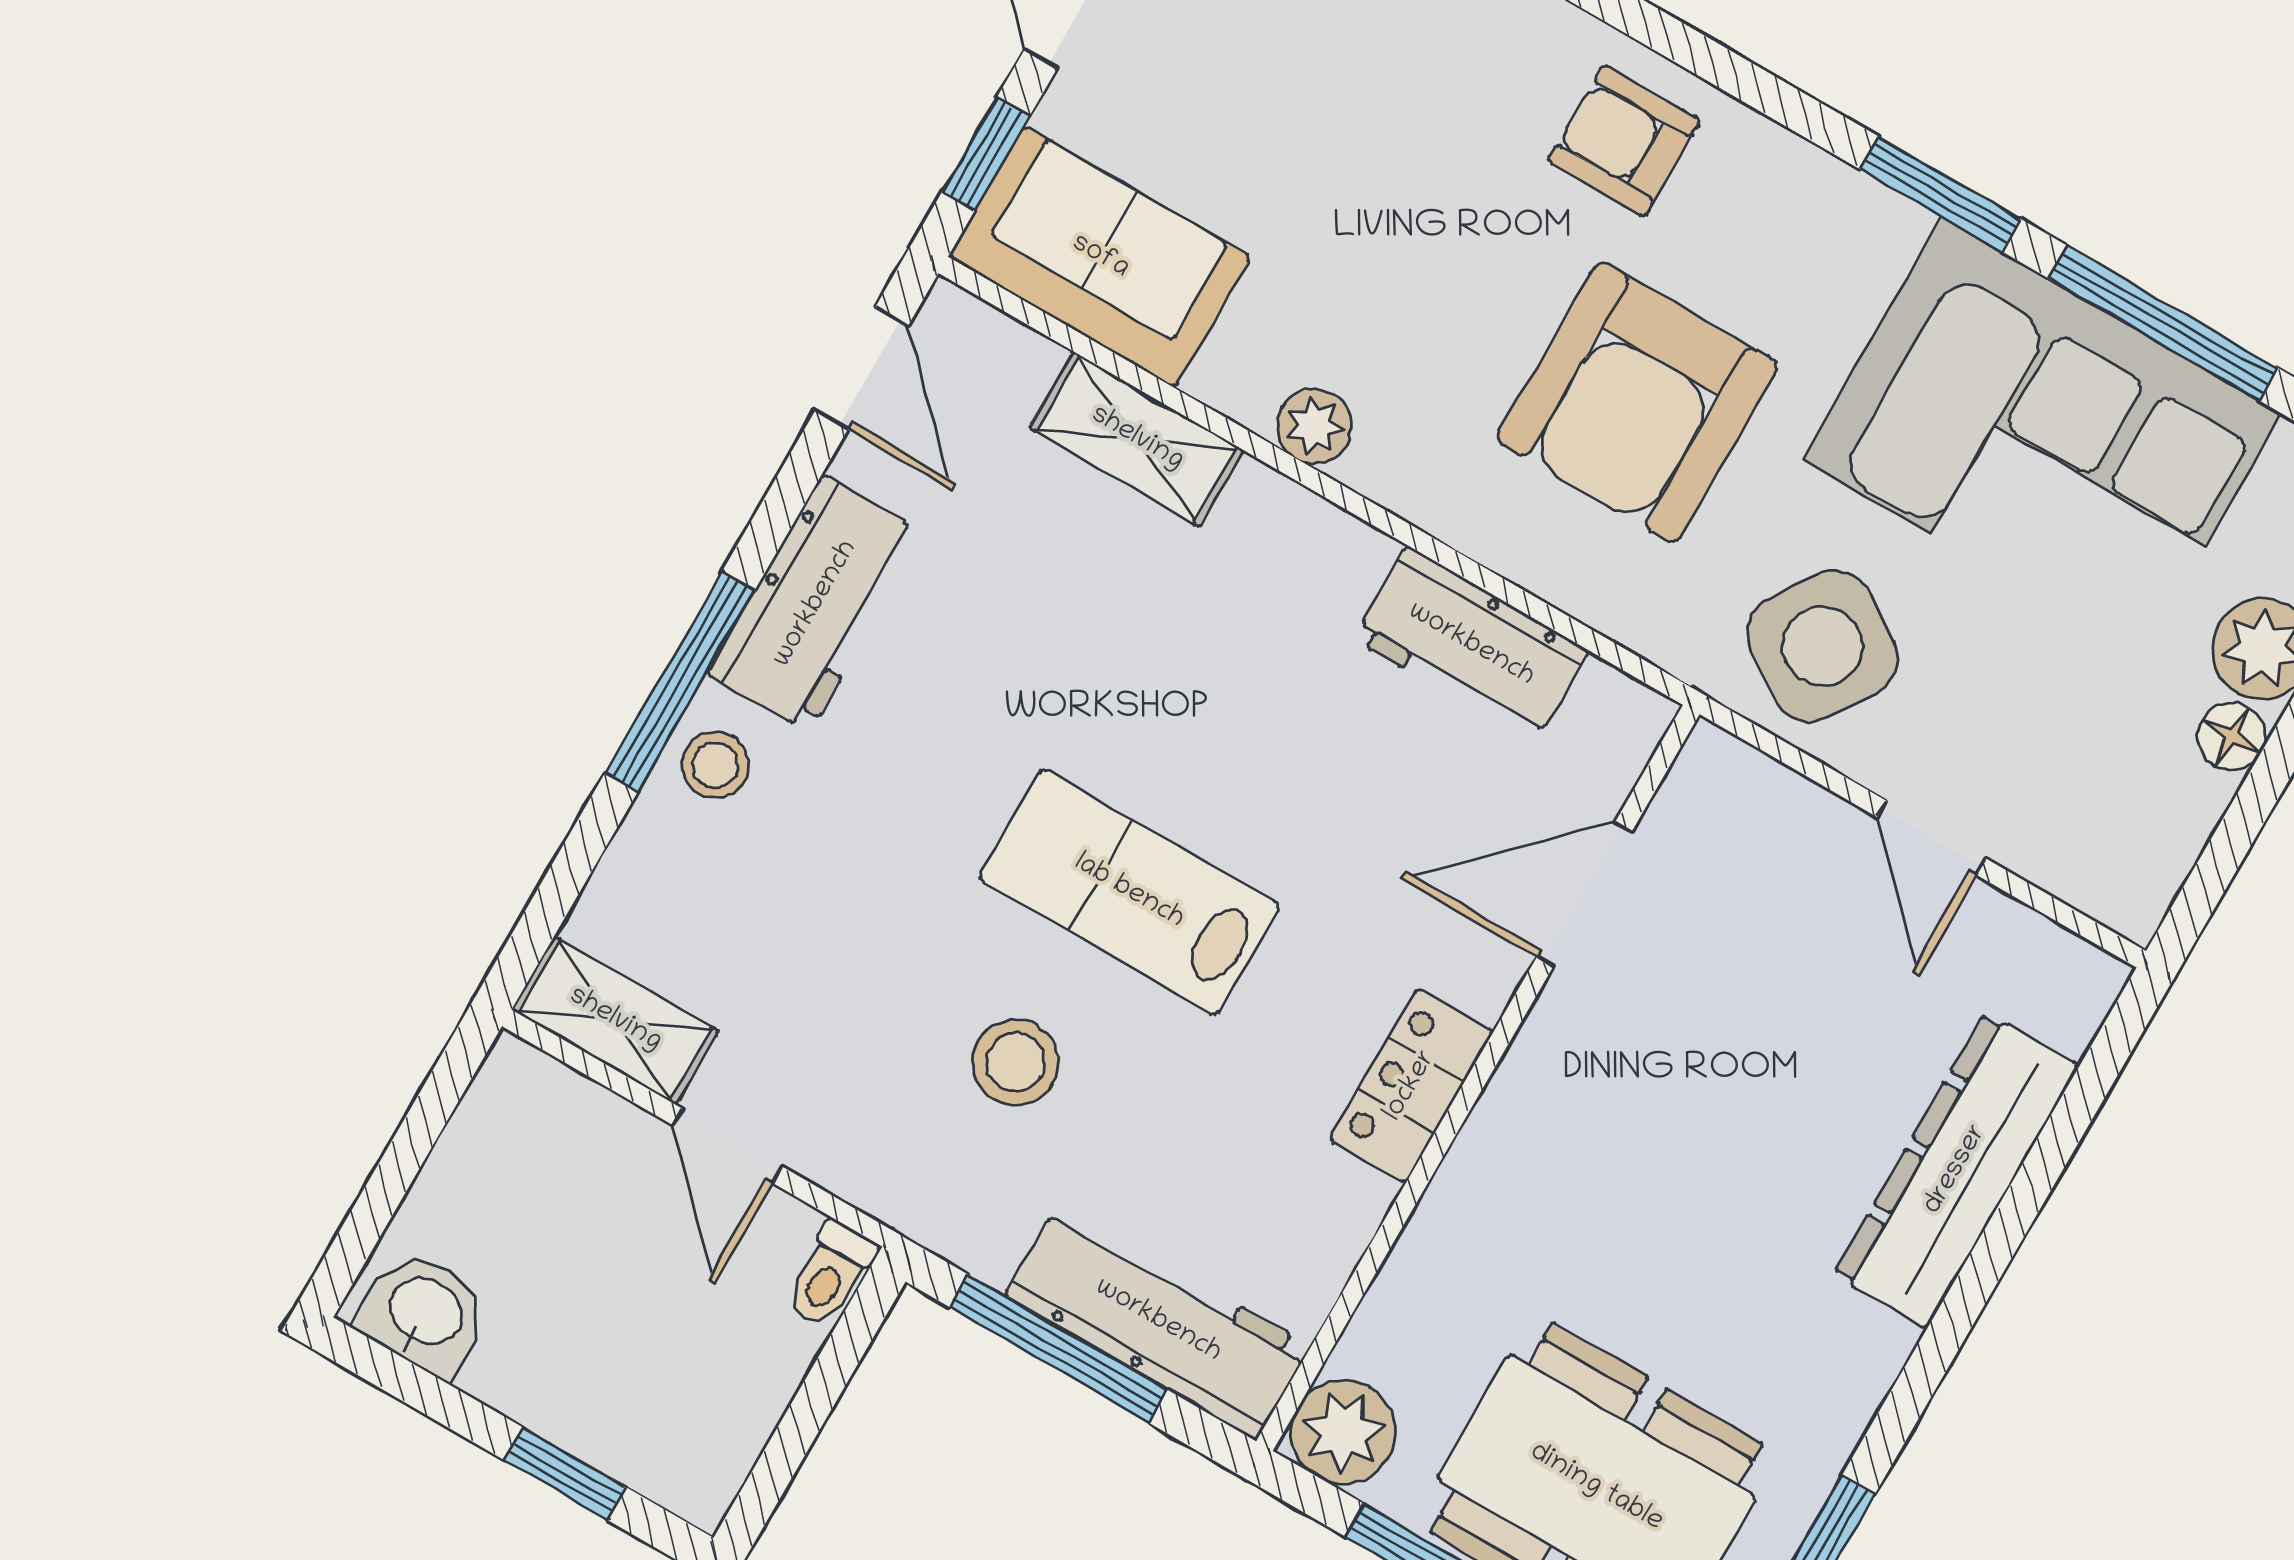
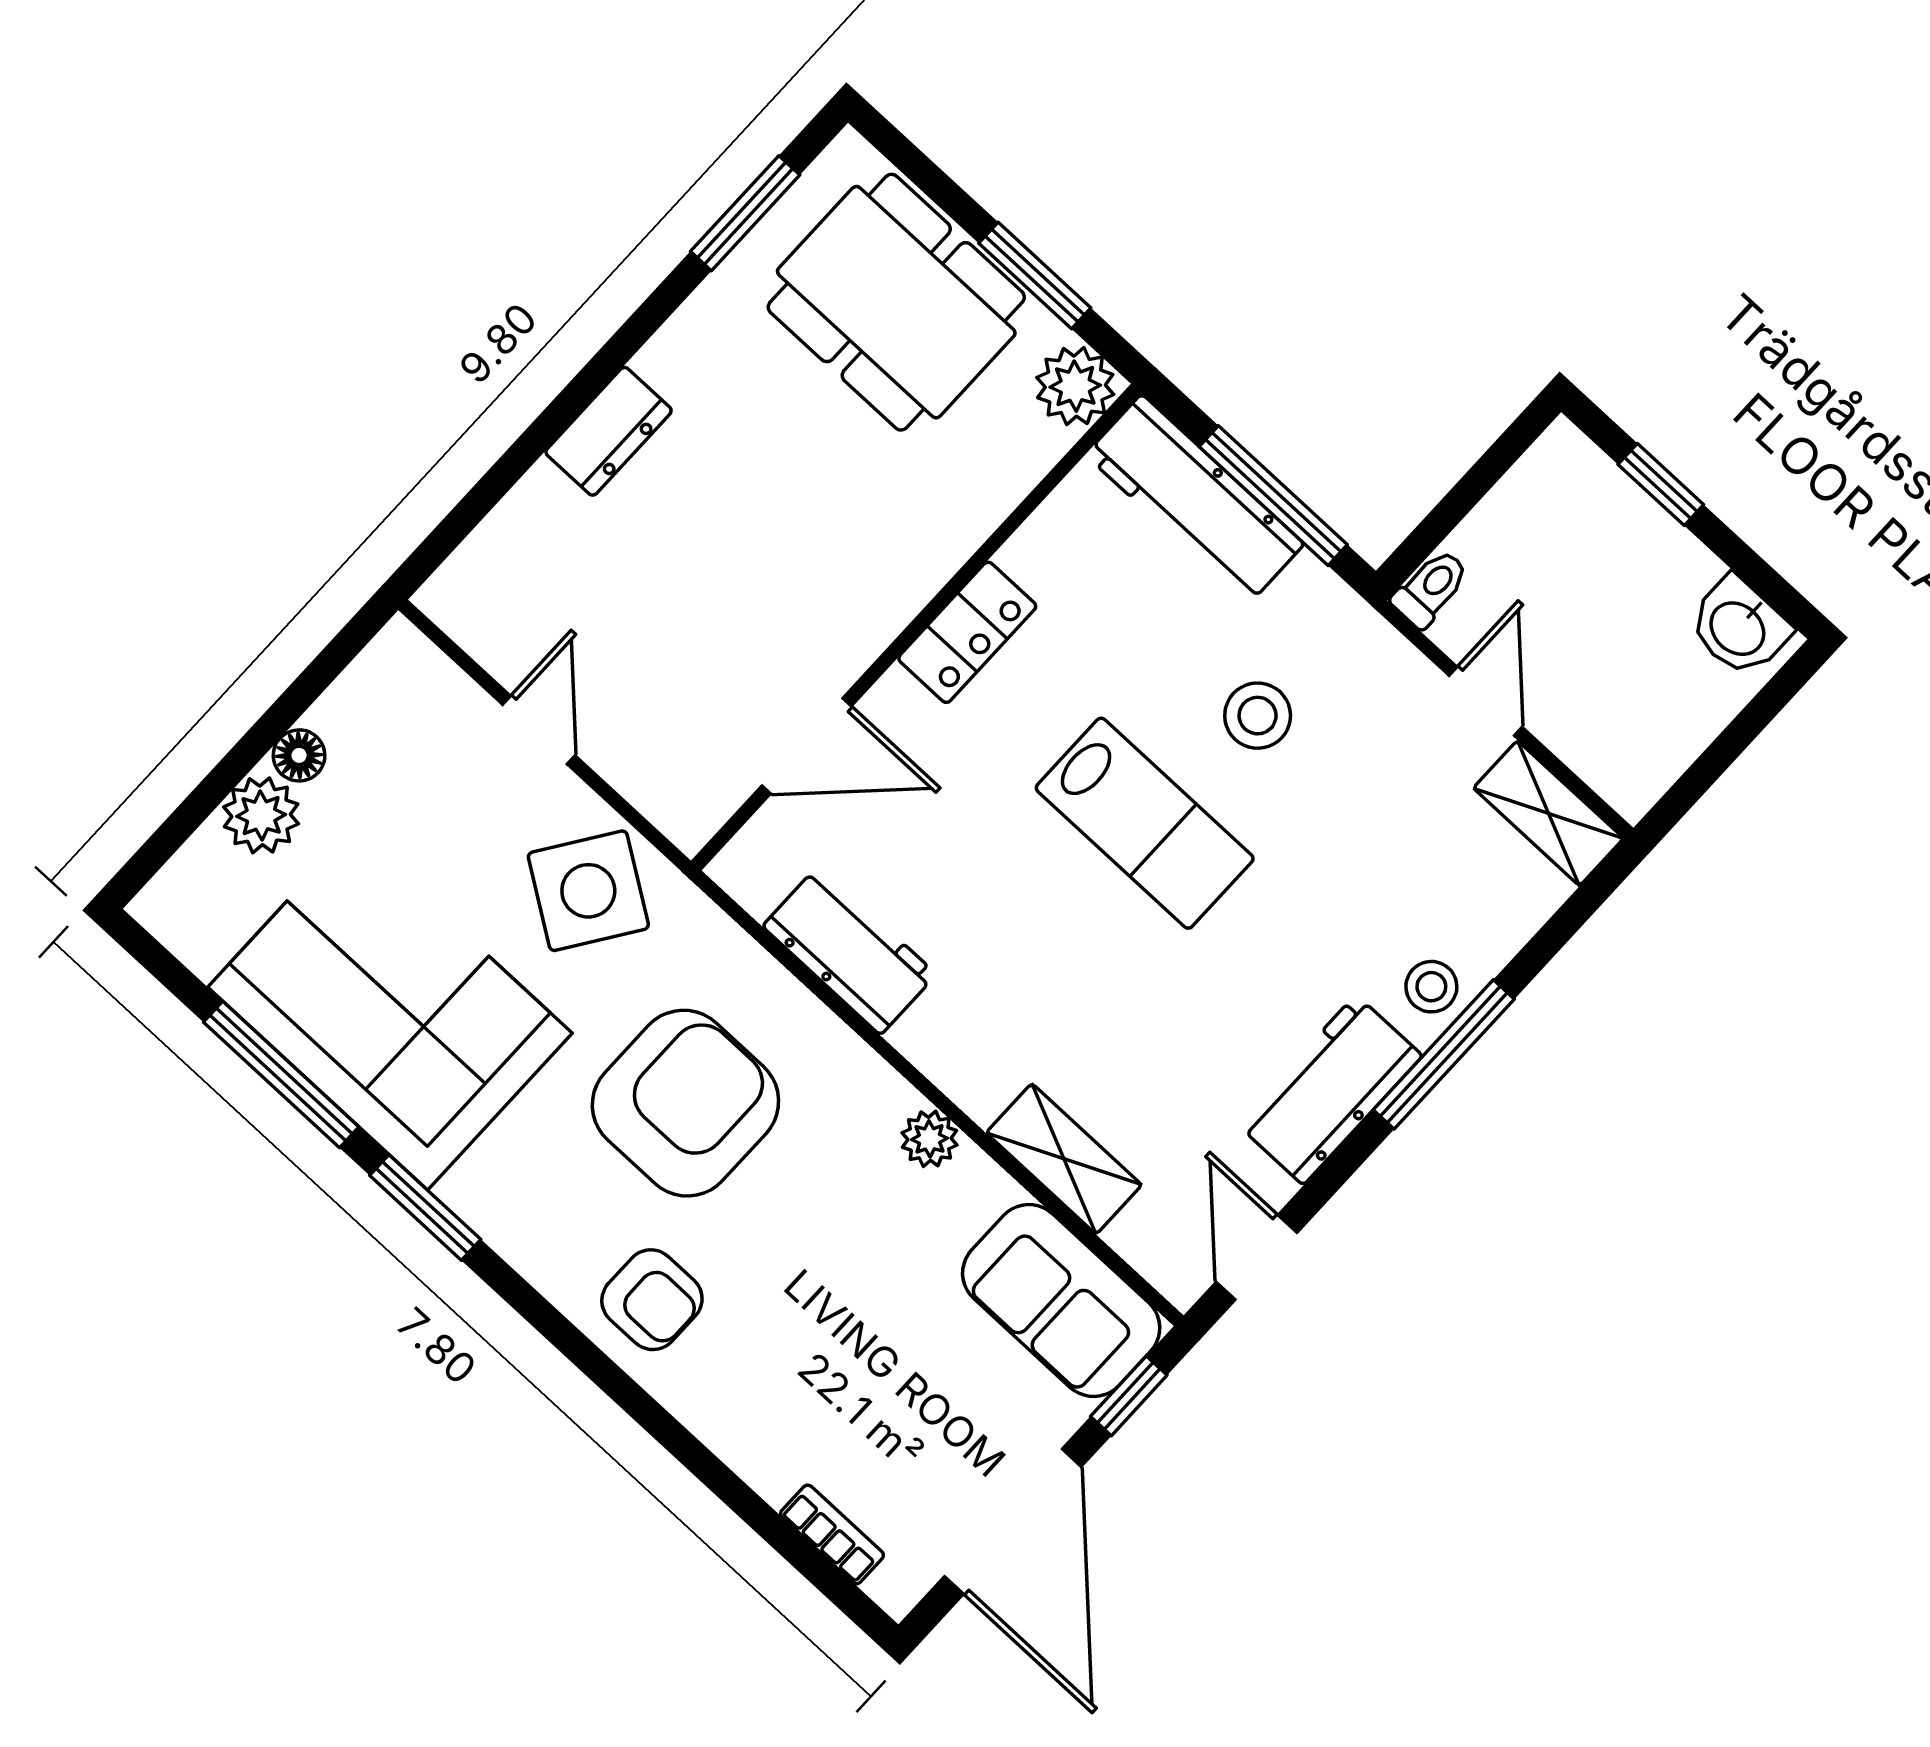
dresser: (1956, 1170) -> (609, 431), width x0.51, depth x0.80

